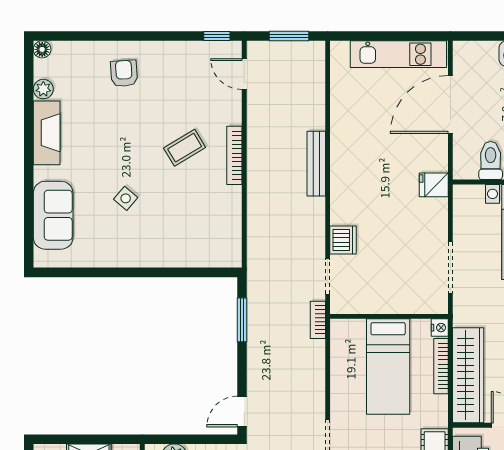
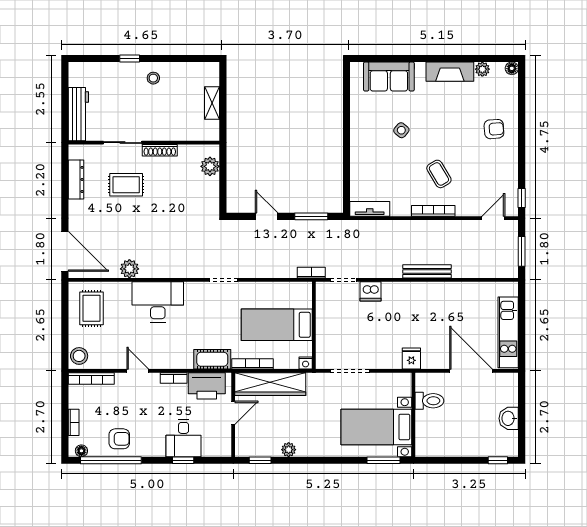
tv unit: (232, 241) -> (370, 209), added
bookcase: (441, 366) -> (253, 364), moved
door: (242, 412) -> (267, 216), moved

